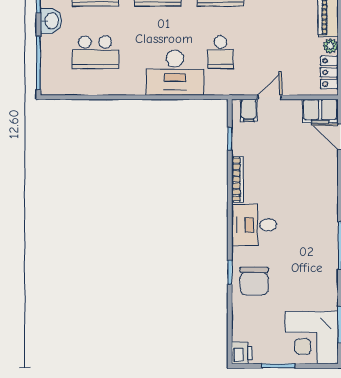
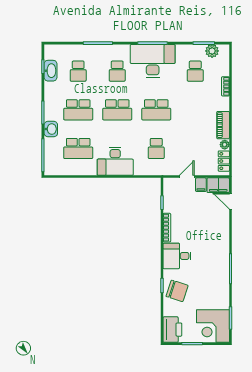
desk: (175, 73) -> (115, 161), moved
filing cabinet: (249, 110) -> (201, 185), moved
chair: (254, 281) -> (177, 291), turned -72
printer: (242, 353) -> (172, 330), width x1.87, depth x1.48

